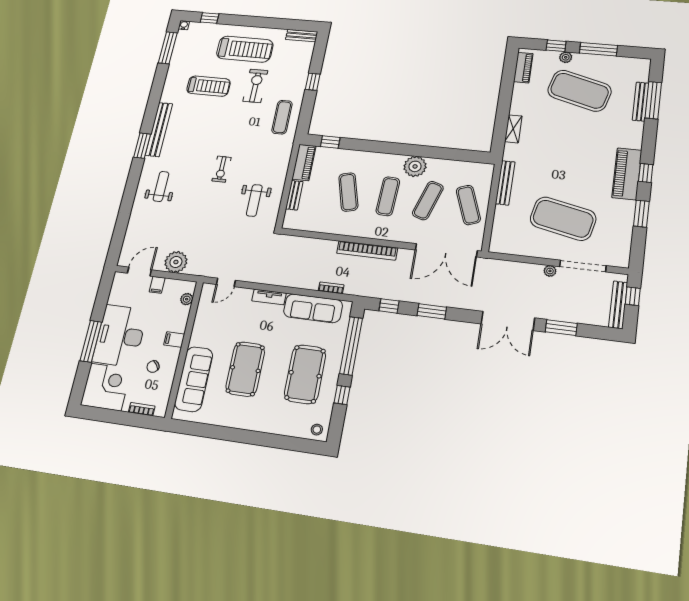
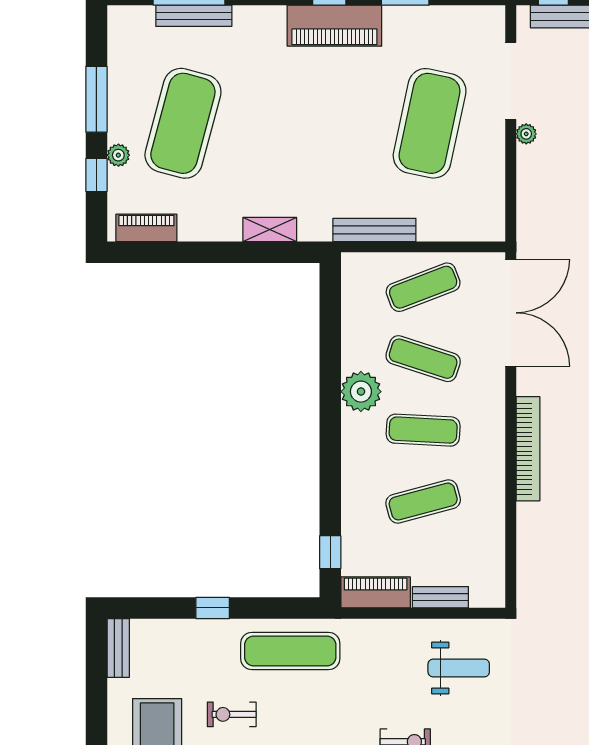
exercise bike: (255, 86) -> (232, 714), width x0.73, depth x0.72
exercise mat: (282, 117) -> (290, 651), width x1.36, depth x1.45

